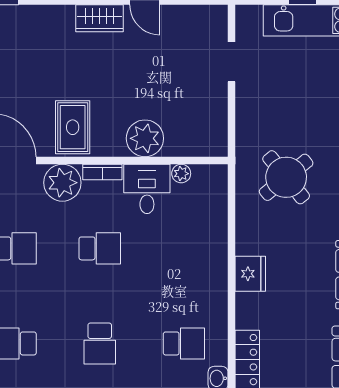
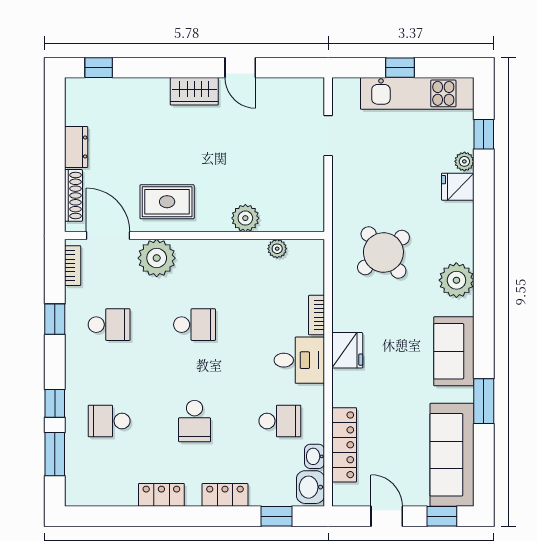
rug: (73, 127) -> (167, 202), turned 90
plant: (145, 138) -> (245, 218), width x0.73, depth x0.73
bookcase: (102, 172) -> (317, 315), moved, turned 90
desk: (147, 189) -> (299, 360), moved, turned 90

